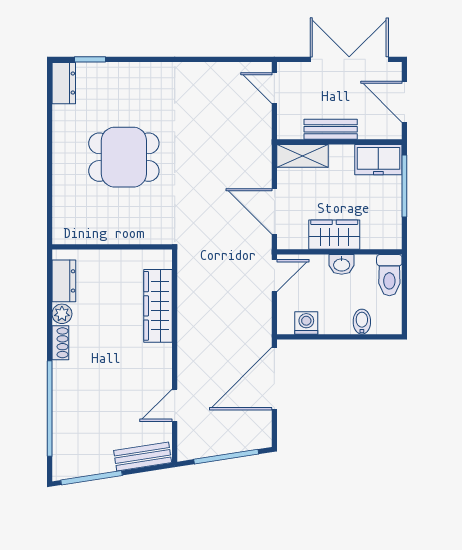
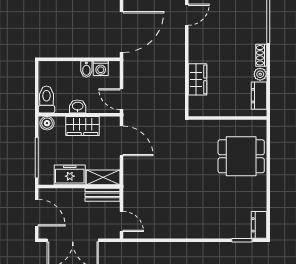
bench: (331, 129) -> (103, 195), moved
dining table: (124, 157) -> (241, 156), moved
freezer: (378, 160) -> (70, 175), moved
boiler: (389, 239) -> (47, 123), added
door: (274, 276) -> (121, 99), hinge flipped
wardrobe: (158, 306) -> (198, 79), width x0.67
bidet: (362, 322) -> (86, 69), moved

